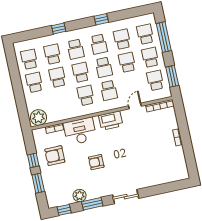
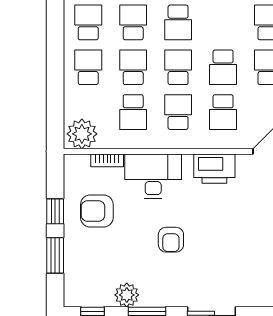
school desk: (99, 44) -> (133, 112), moved
armchair: (96, 162) -> (171, 240), turned -90

